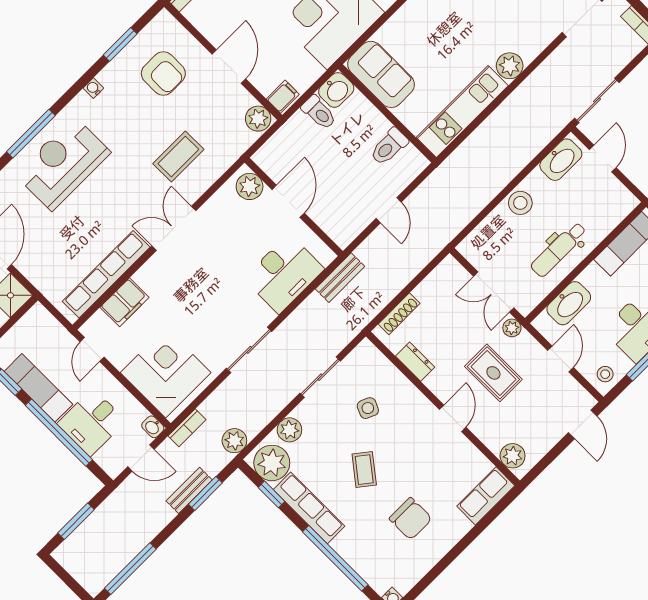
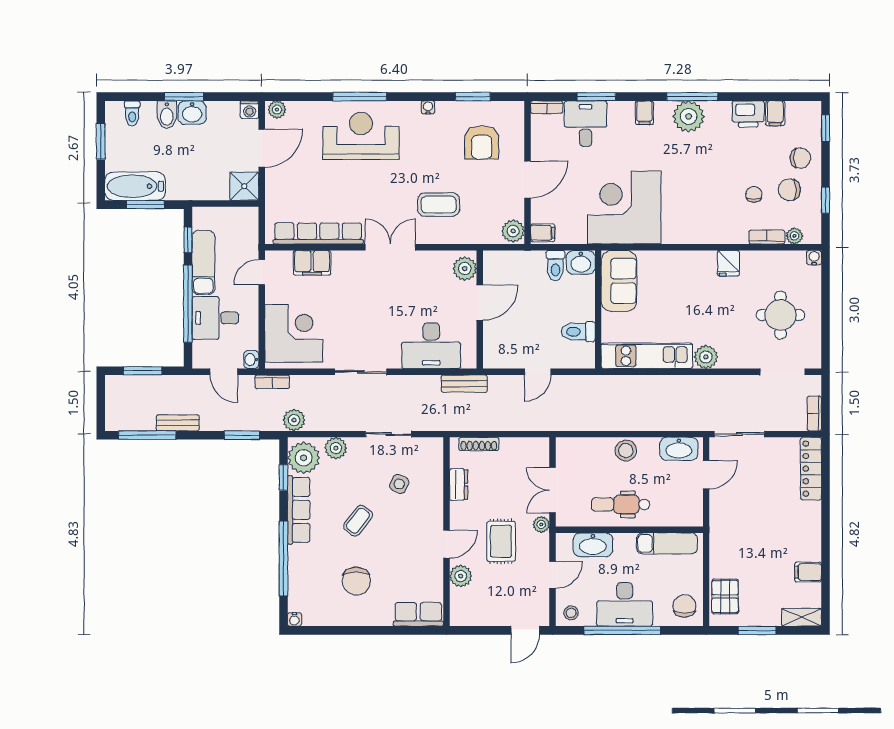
plant: (513, 456) -> (461, 576), moved
bench: (189, 490) -> (178, 423), moved

